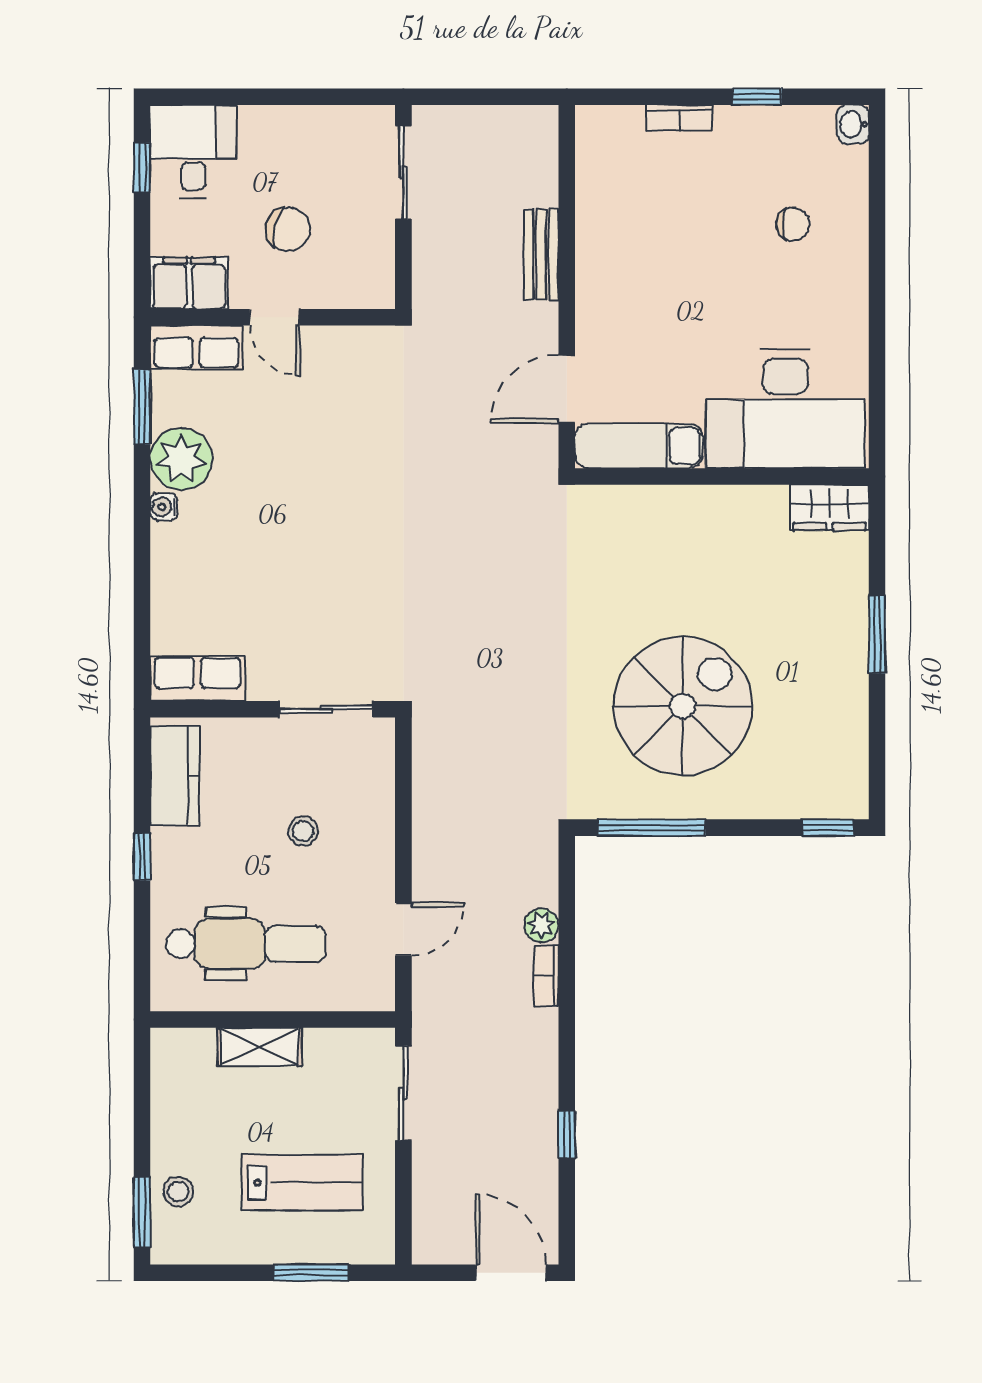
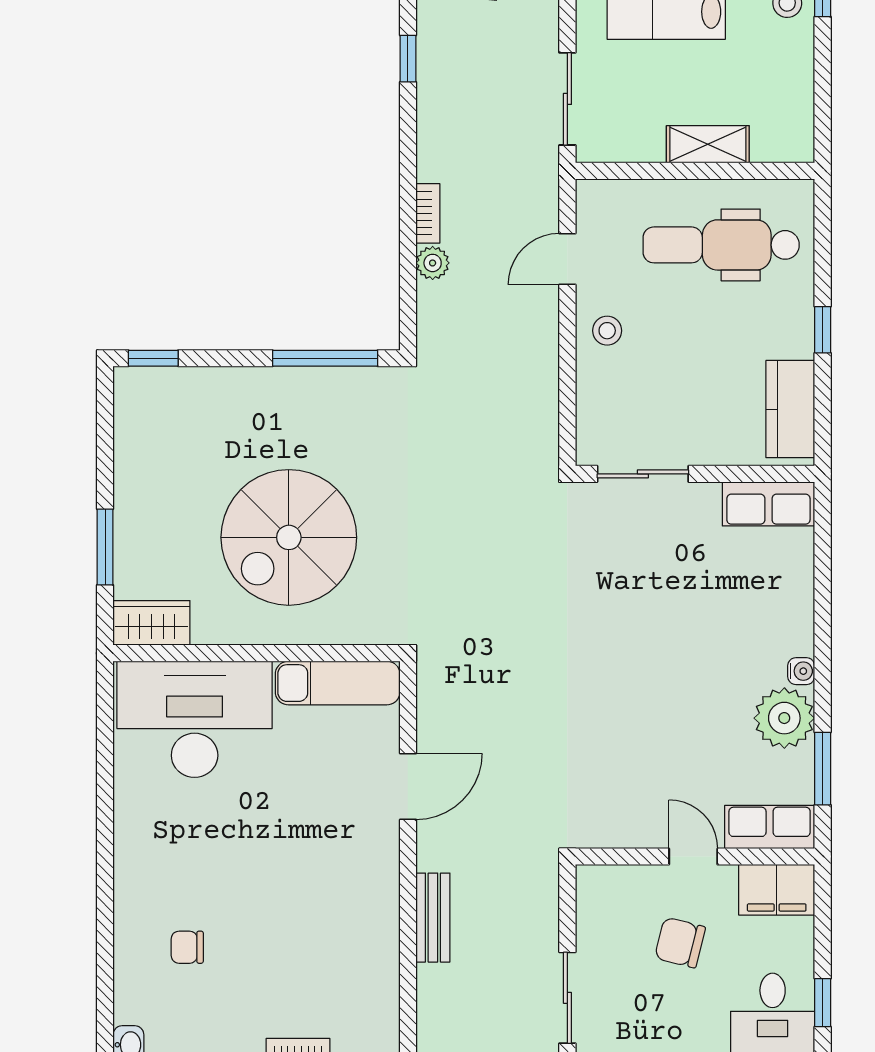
desk: (785, 409) -> (195, 719), moved
exam couch: (639, 446) -> (338, 683), moved
wall: (722, 476) -> (257, 653), moved
wardrobe: (829, 507) -> (151, 623), moved
spiral stairs: (683, 706) -> (289, 537), moved
stool: (303, 831) -> (607, 331), moved

